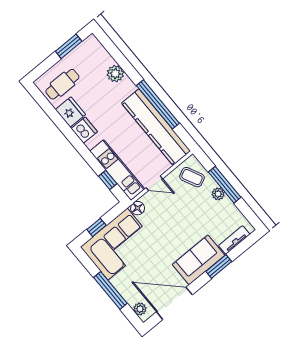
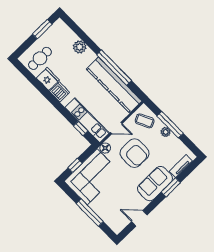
armchair: (175, 218) -> (135, 153), added
door: (174, 303) -> (139, 218), width x0.53
plant: (140, 309) -> (113, 225), removed

